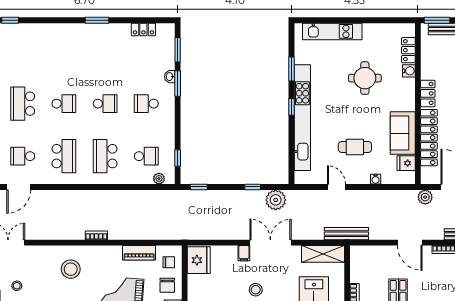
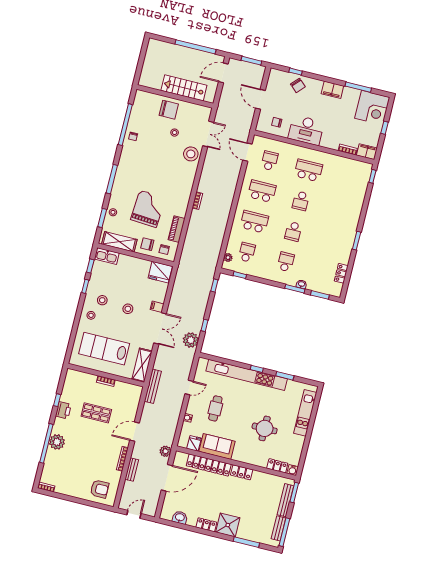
water cooler: (409, 71) -> (293, 470), moved
school desk: (64, 156) -> (262, 191), turned 180
school desk: (146, 156) -> (247, 252), turned 180
stool: (71, 269) -> (191, 154), moved

